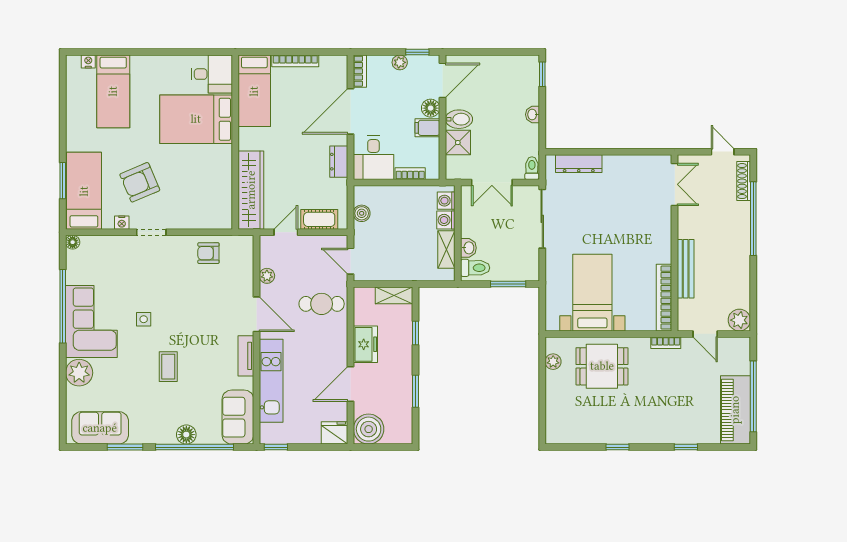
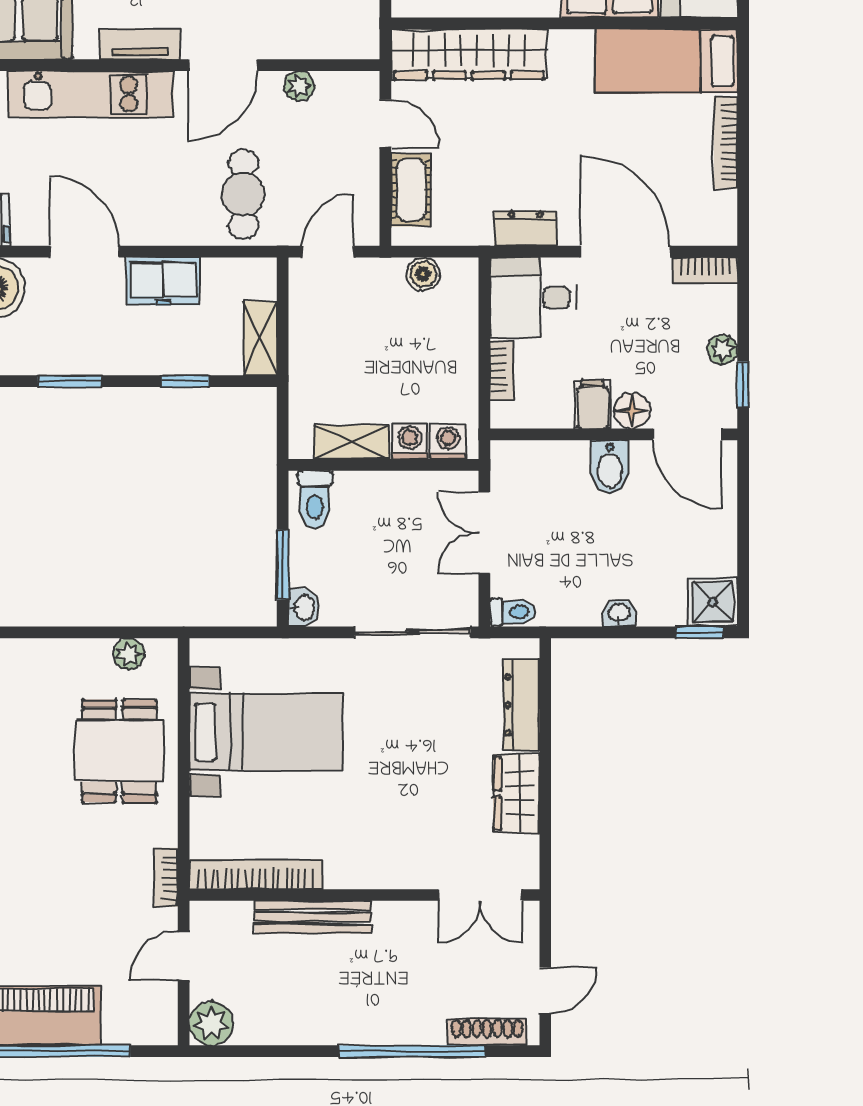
shower: (458, 143) -> (713, 602), moved
wardrobe: (623, 166) -> (516, 793), added
washbasin: (468, 248) -> (304, 608), moved, turned -90

